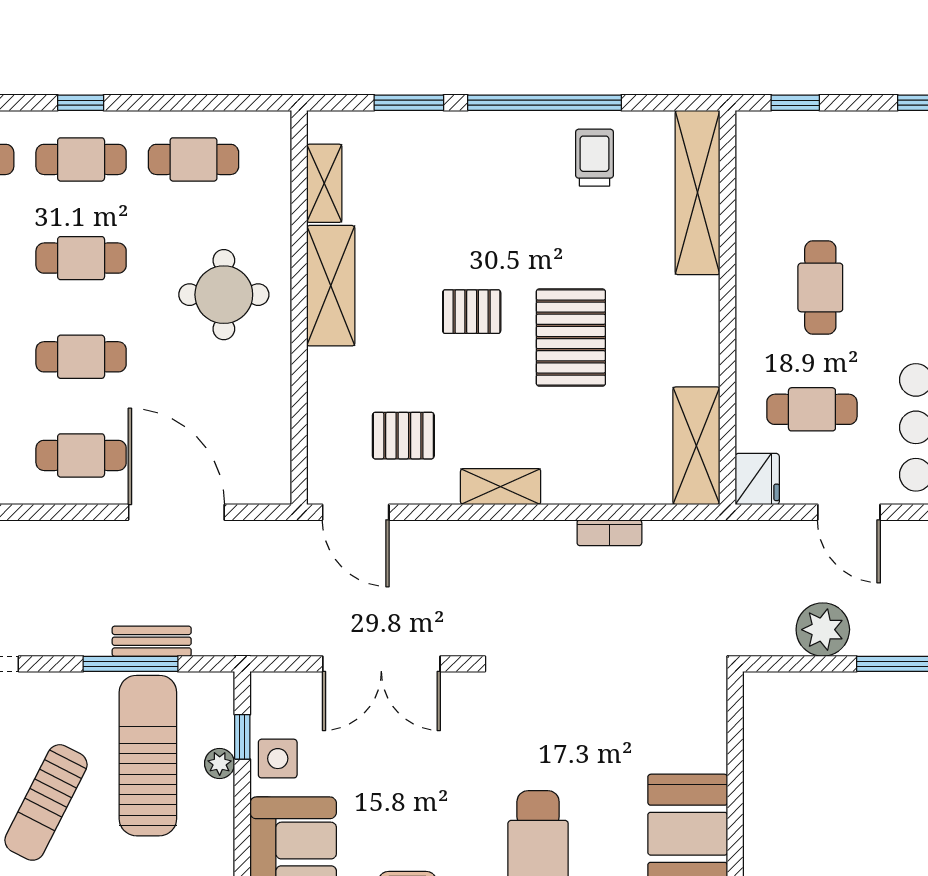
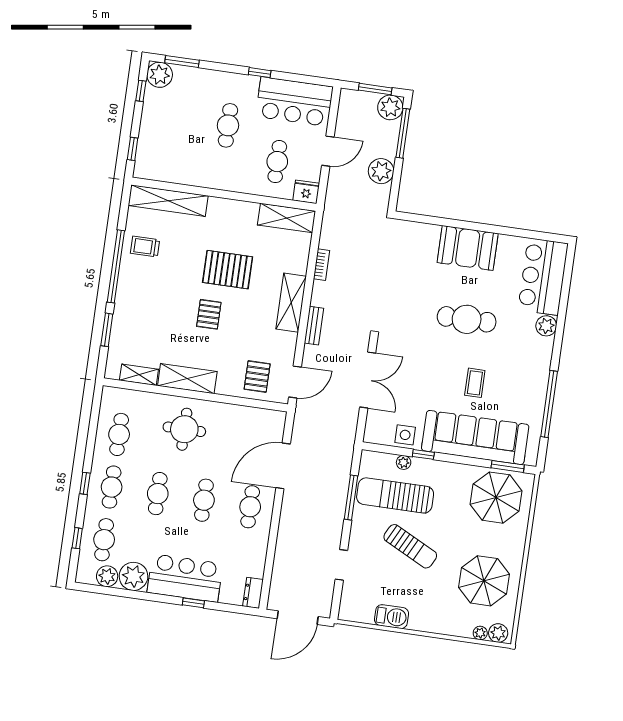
cafe table: (820, 287) -> (228, 125), moved, turned 90
pallet: (403, 436) -> (257, 377), moved
shelving: (501, 487) -> (291, 303), width x1.50, depth x1.33
bench: (152, 641) -> (314, 326), moved
window: (242, 737) -> (423, 454), moved

